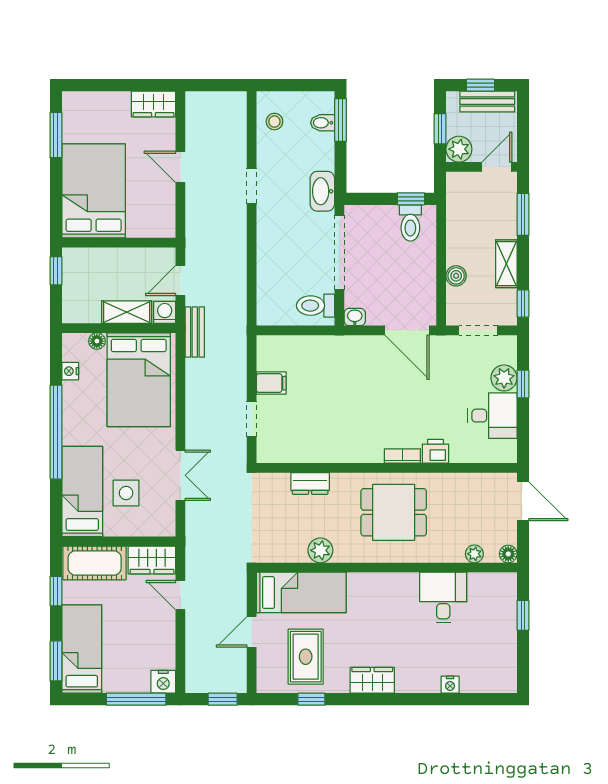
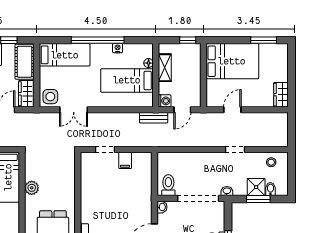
window: (340, 120) -> (258, 199), moved
shower: (319, 148) -> (256, 187), added
door: (180, 167) -> (232, 110), moved
washbasin: (322, 191) -> (227, 191), width x0.52, depth x0.69
door: (180, 281) -> (182, 110), swing flipped
shelving: (127, 312) -> (165, 68), moved
nightstand: (70, 371) -> (118, 48), moved
bed: (139, 380) -> (127, 80), width x0.67
dresser: (310, 483) -> (69, 182), removed
side table: (126, 493) -> (50, 97), moved

